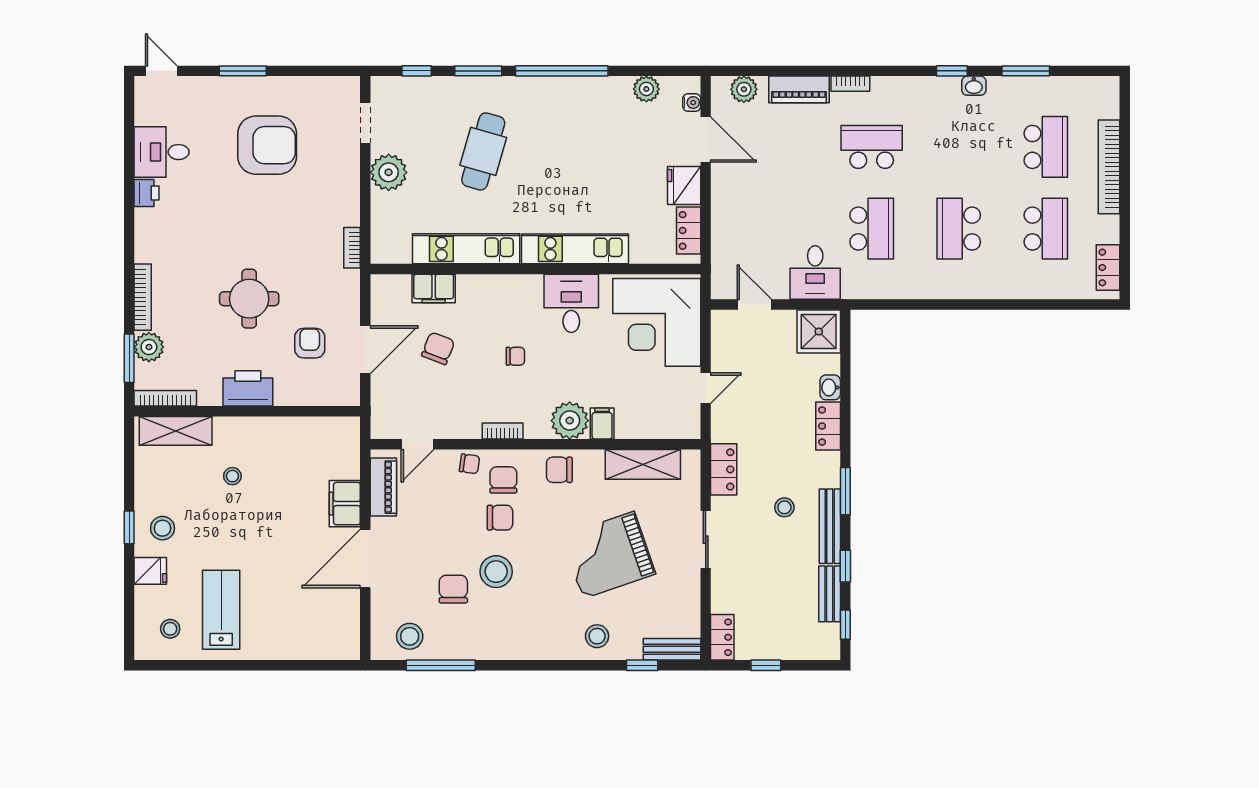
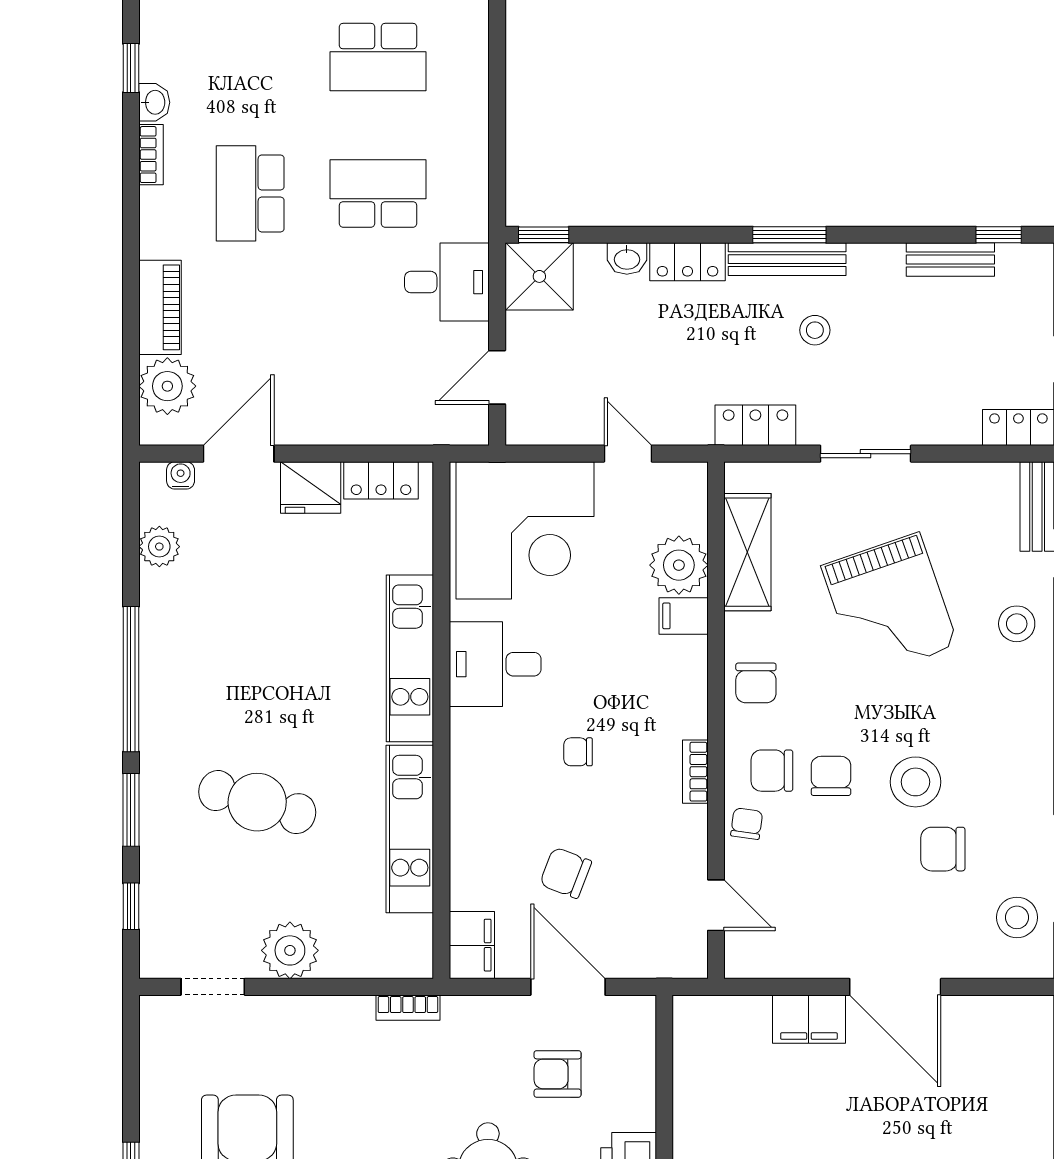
bookcase: (850, 84) -> (151, 155), moved
washbasin: (974, 86) -> (154, 102), moved
plant: (744, 89) -> (167, 386), width x1.36, depth x1.36
filing cabinet: (434, 288) -> (472, 945), moved
chair: (515, 356) -> (578, 752), turned -90
plant: (570, 421) -> (679, 565), moved
piano: (383, 487) -> (783, 959), removed
bench: (830, 526) -> (787, 259), moved
window: (845, 566) -> (544, 235), moved

